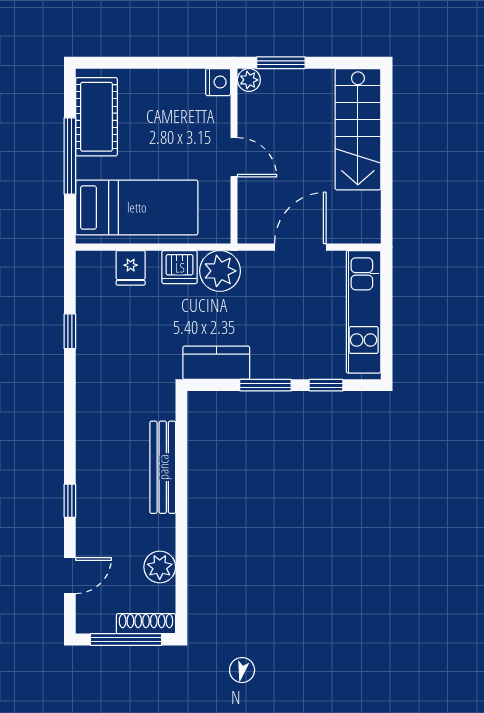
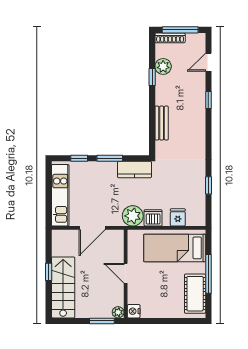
window: (387, 160) -> (49, 272), added
bench: (163, 467) -> (162, 123), width x0.73
window: (181, 546) -> (152, 77), added

